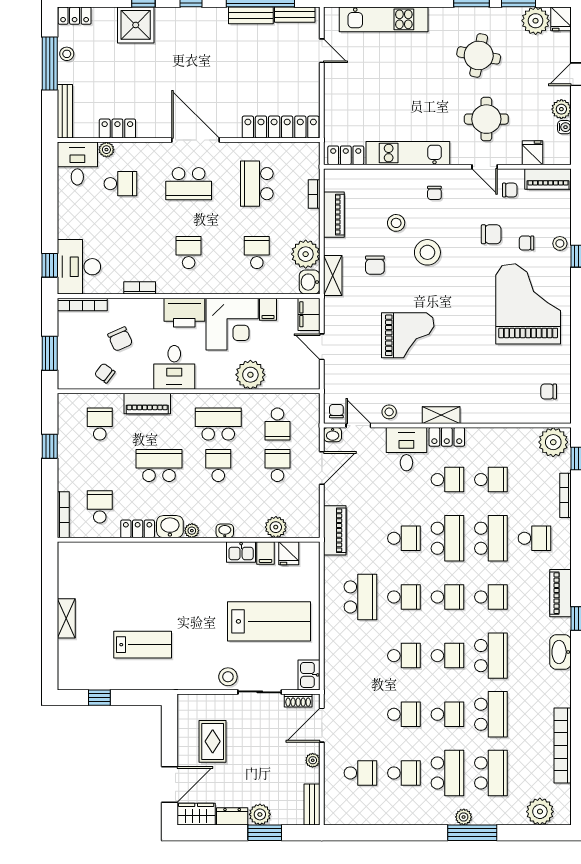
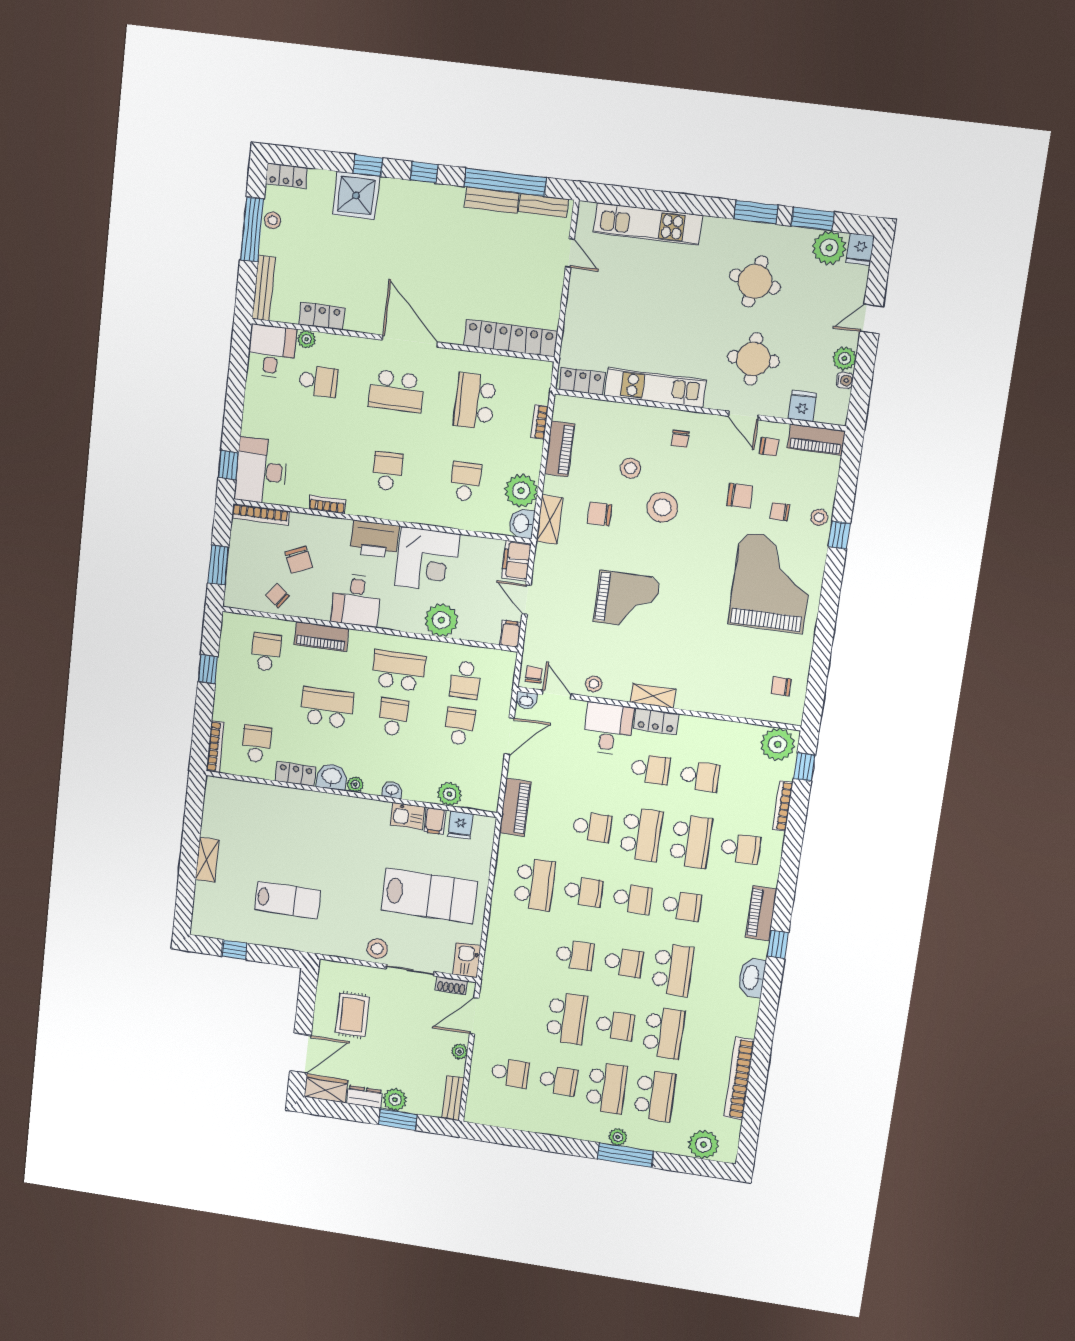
chair: (375, 265) -> (600, 514), turned 90
filing cabinet: (268, 309) -> (510, 634), moved, turned 180
school desk: (404, 714) -> (567, 1018), width x1.85

